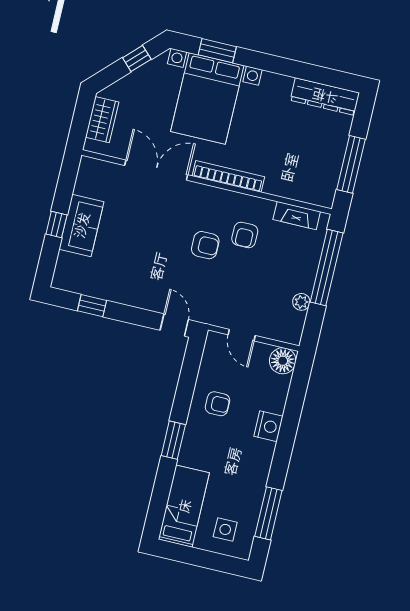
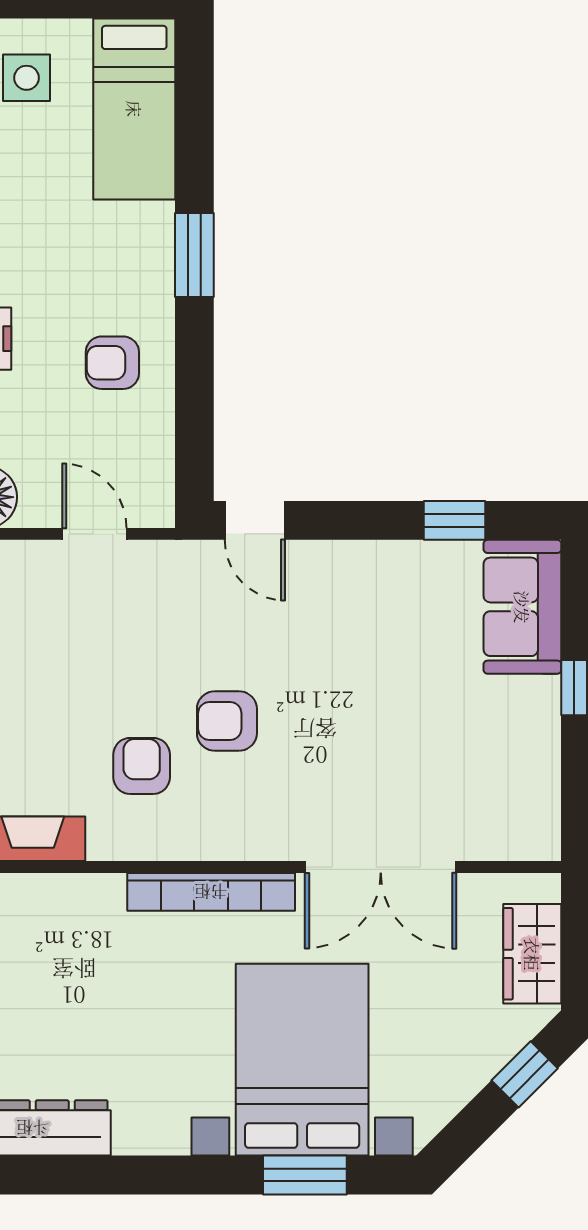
window: (137, 59) -> (525, 1074), moved
sofa: (81, 225) -> (522, 607), moved

